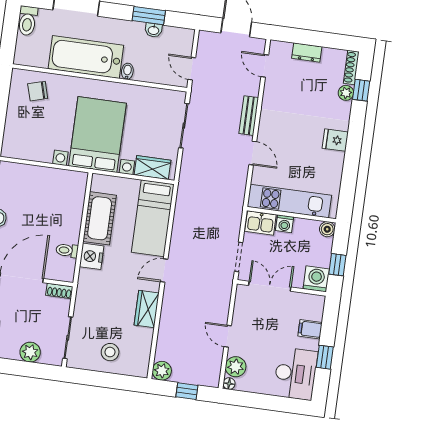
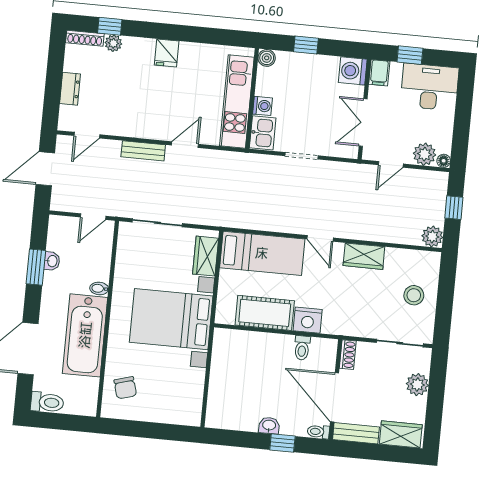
washing machine: (316, 279) -> (353, 71), moved
double door: (270, 286) -> (363, 123), moved
wall: (282, 288) -> (364, 109), moved

